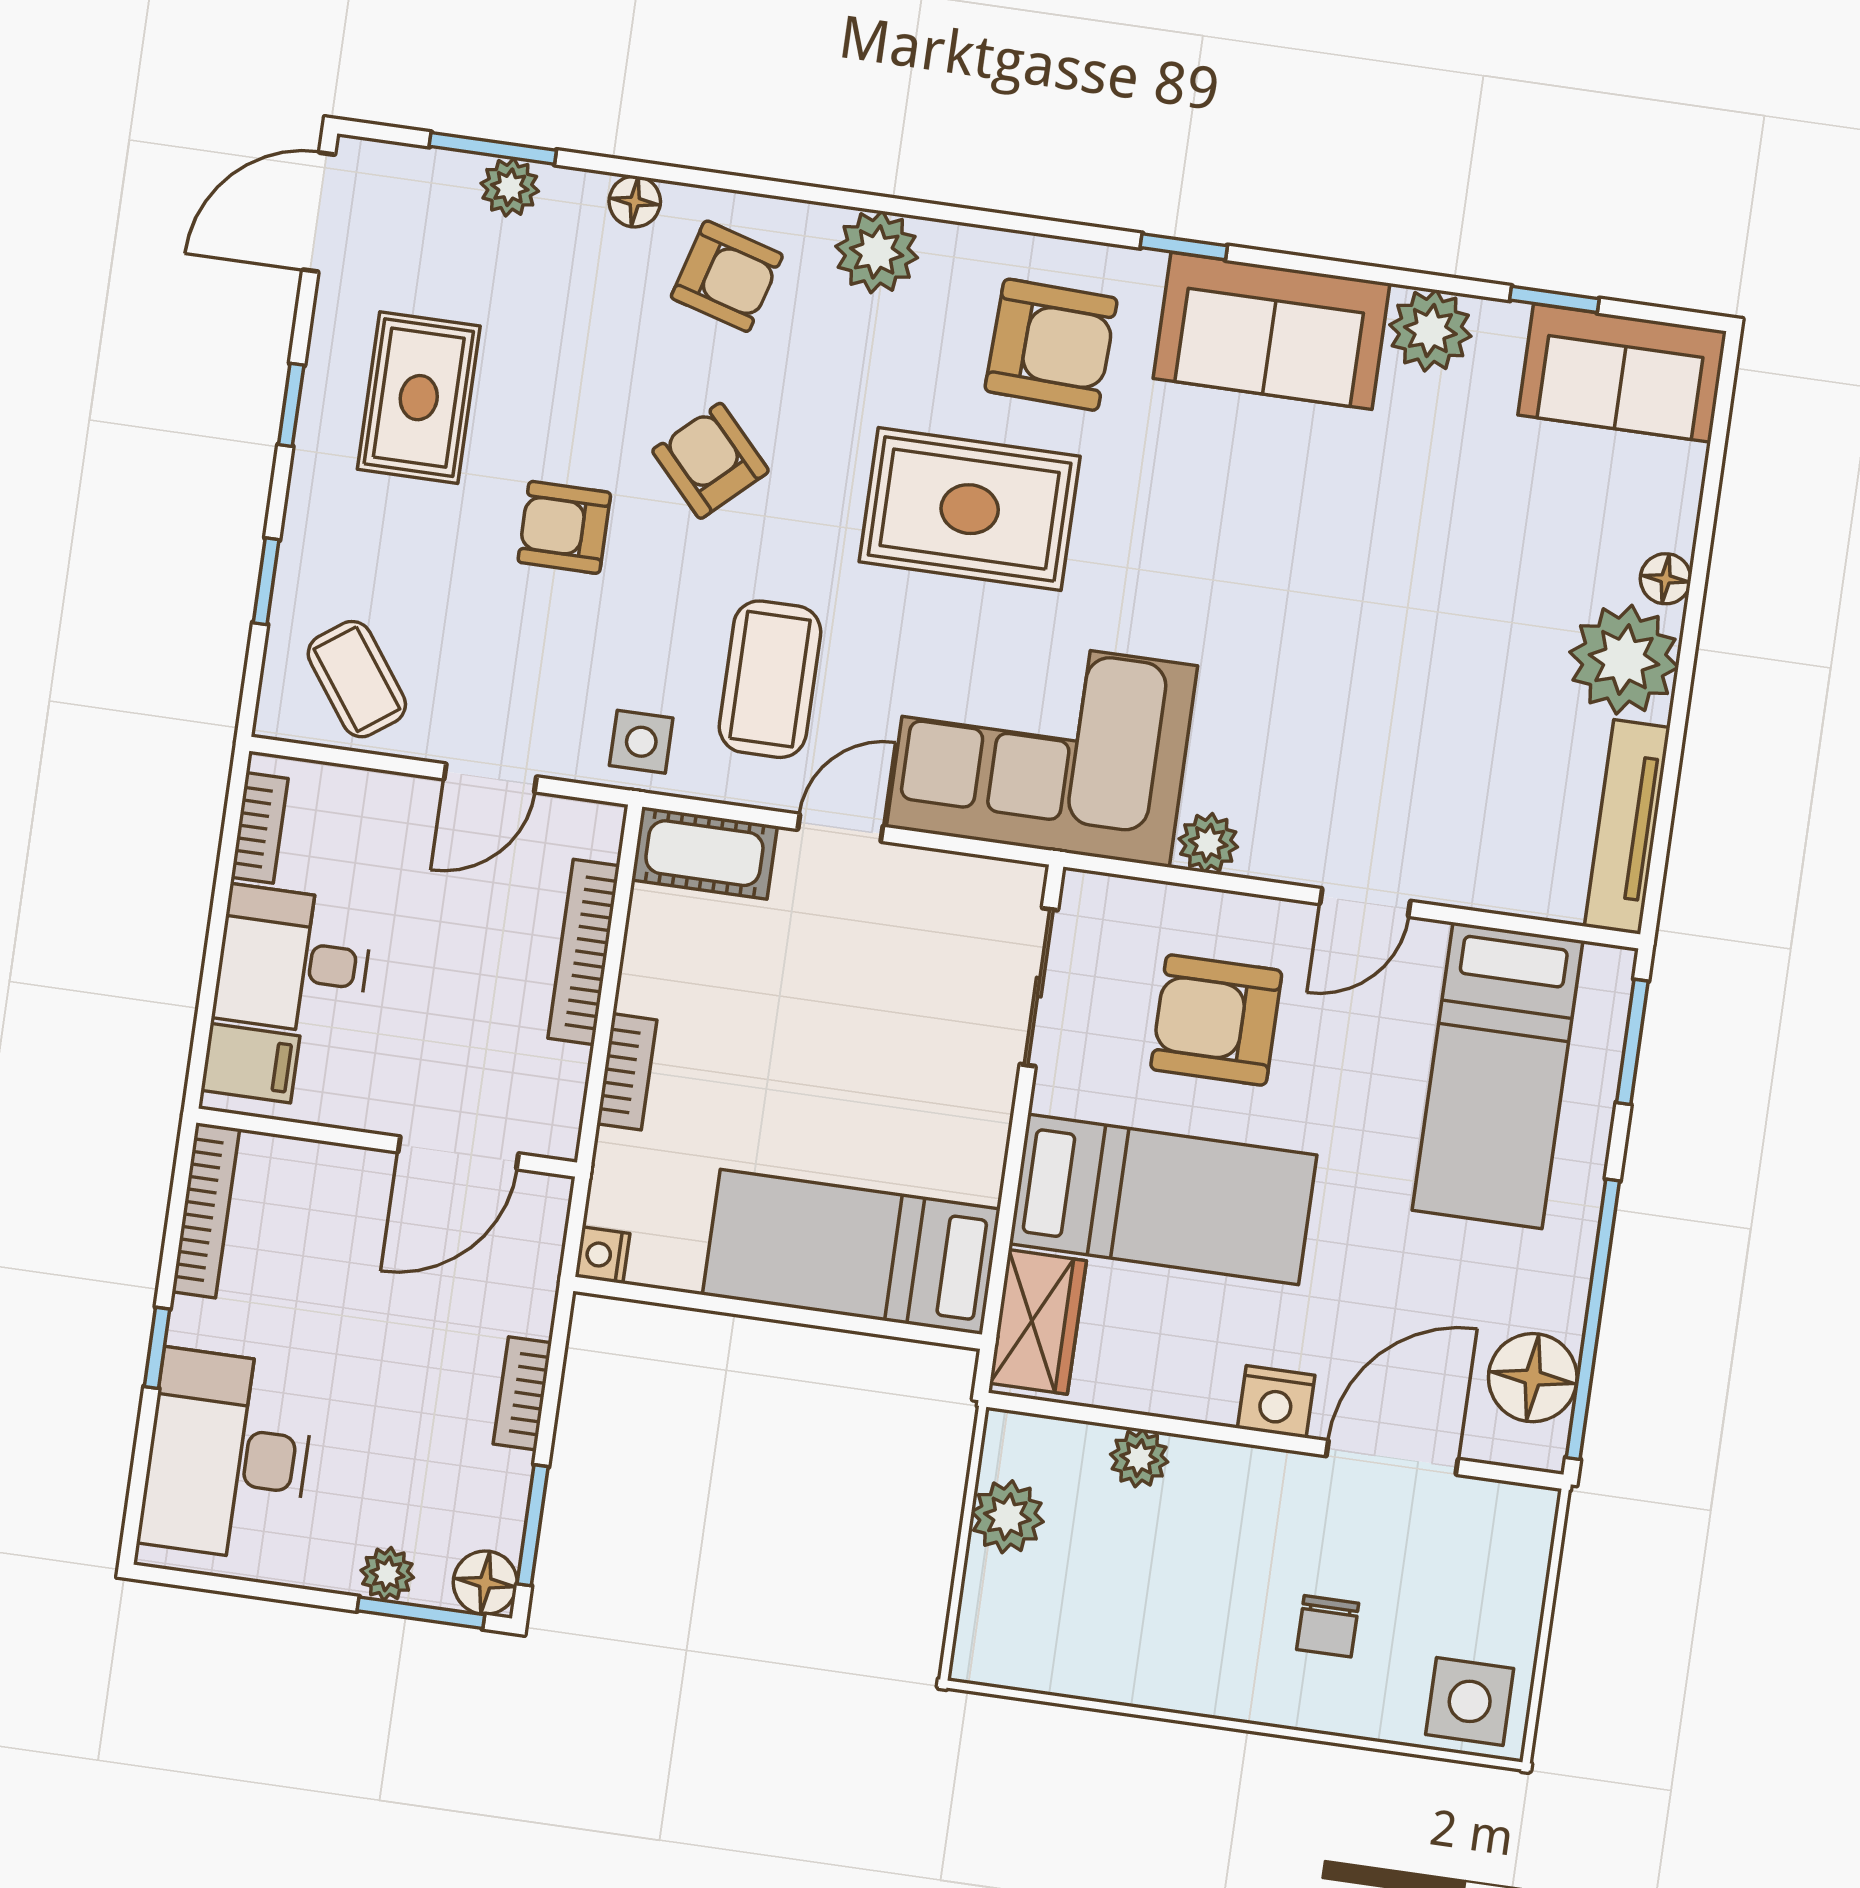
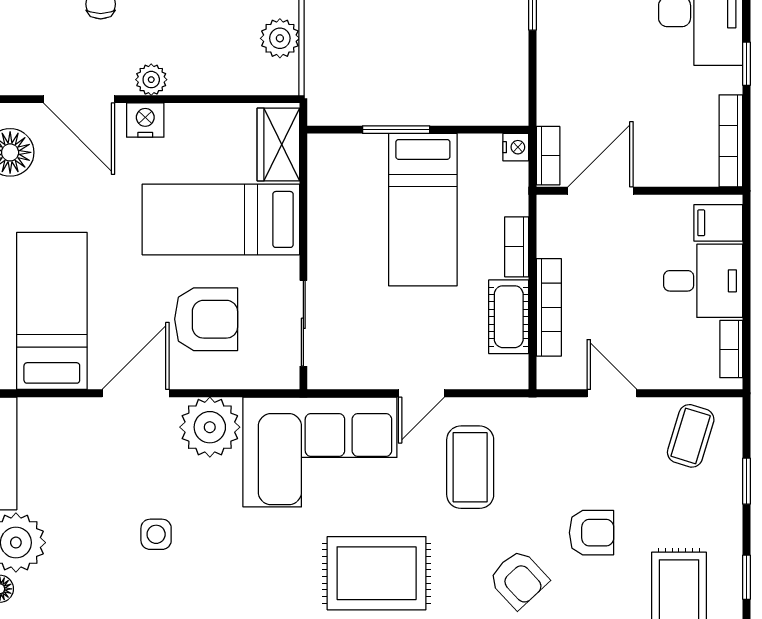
coffee table: (357, 679) -> (691, 436), turned 53
side table: (641, 742) -> (156, 534), moved
door: (490, 778) -> (612, 393), hinge flipped
plant: (1208, 843) -> (210, 427), width x1.88, depth x1.88
cot: (704, 853) -> (509, 317), moved, turned 90
door: (1365, 902) -> (136, 393), width x1.38
bed: (851, 1252) -> (423, 210), moved, turned 90
window: (818, 1319) -> (396, 130), added
bookcase: (522, 1393) -> (548, 156), moved
plant: (1139, 1458) -> (151, 80), moved
door: (1392, 1458) -> (79, 99), hinge flipped

